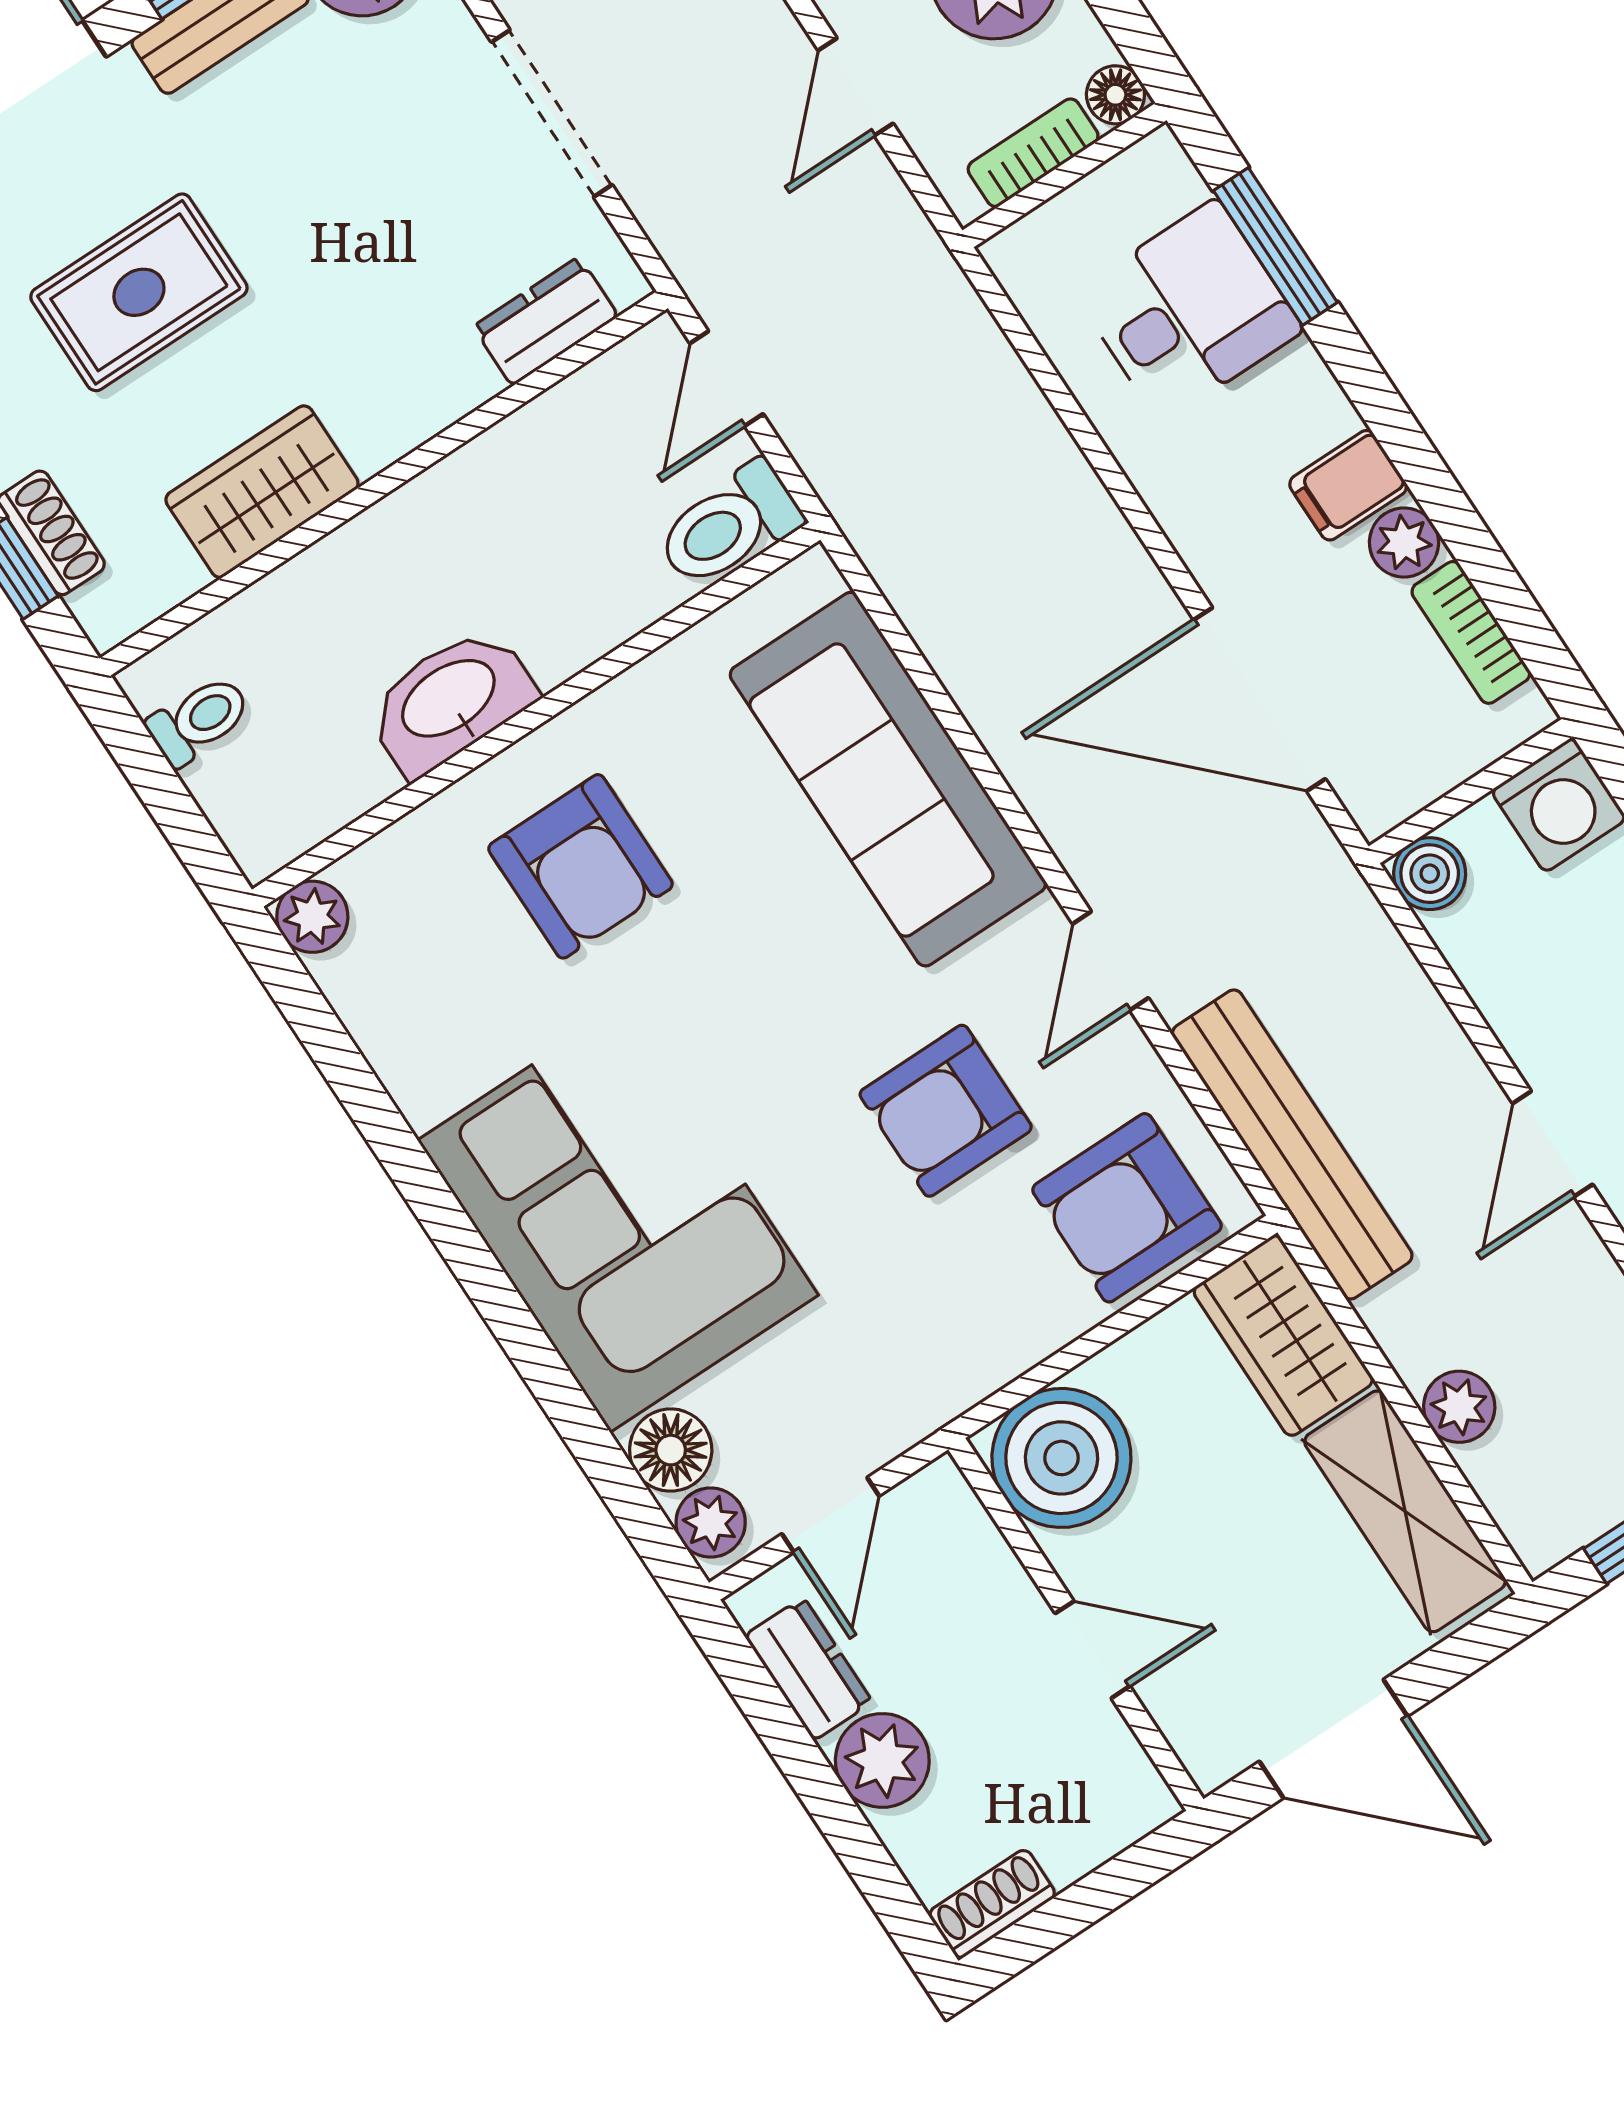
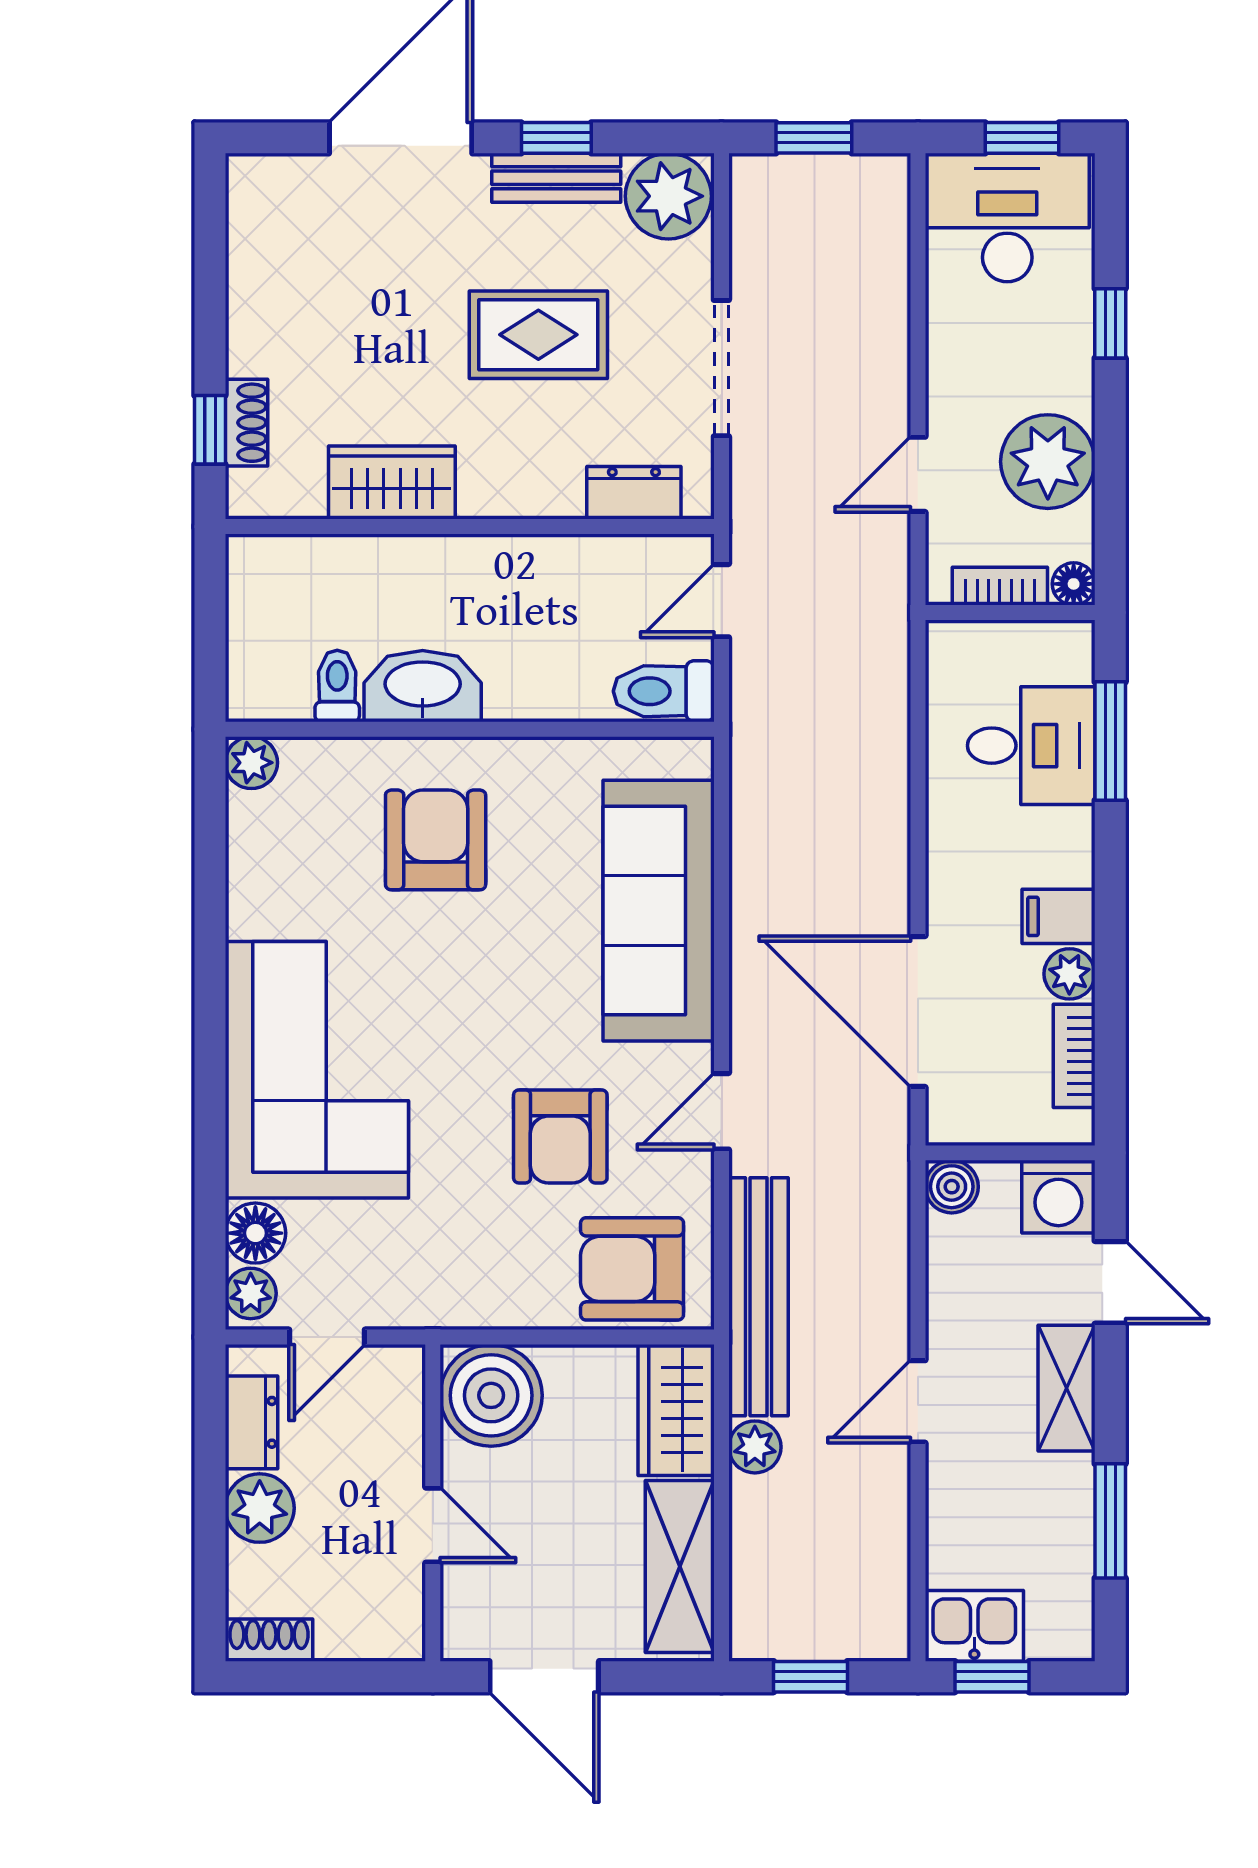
rug: (139, 292) -> (538, 335), moved
toilet: (199, 720) -> (337, 686), moved, turned -90
armchair: (581, 866) -> (436, 840), turned 180
armchair: (946, 1111) -> (560, 1136), turned -90
plant: (1459, 1407) -> (755, 1447), moved

